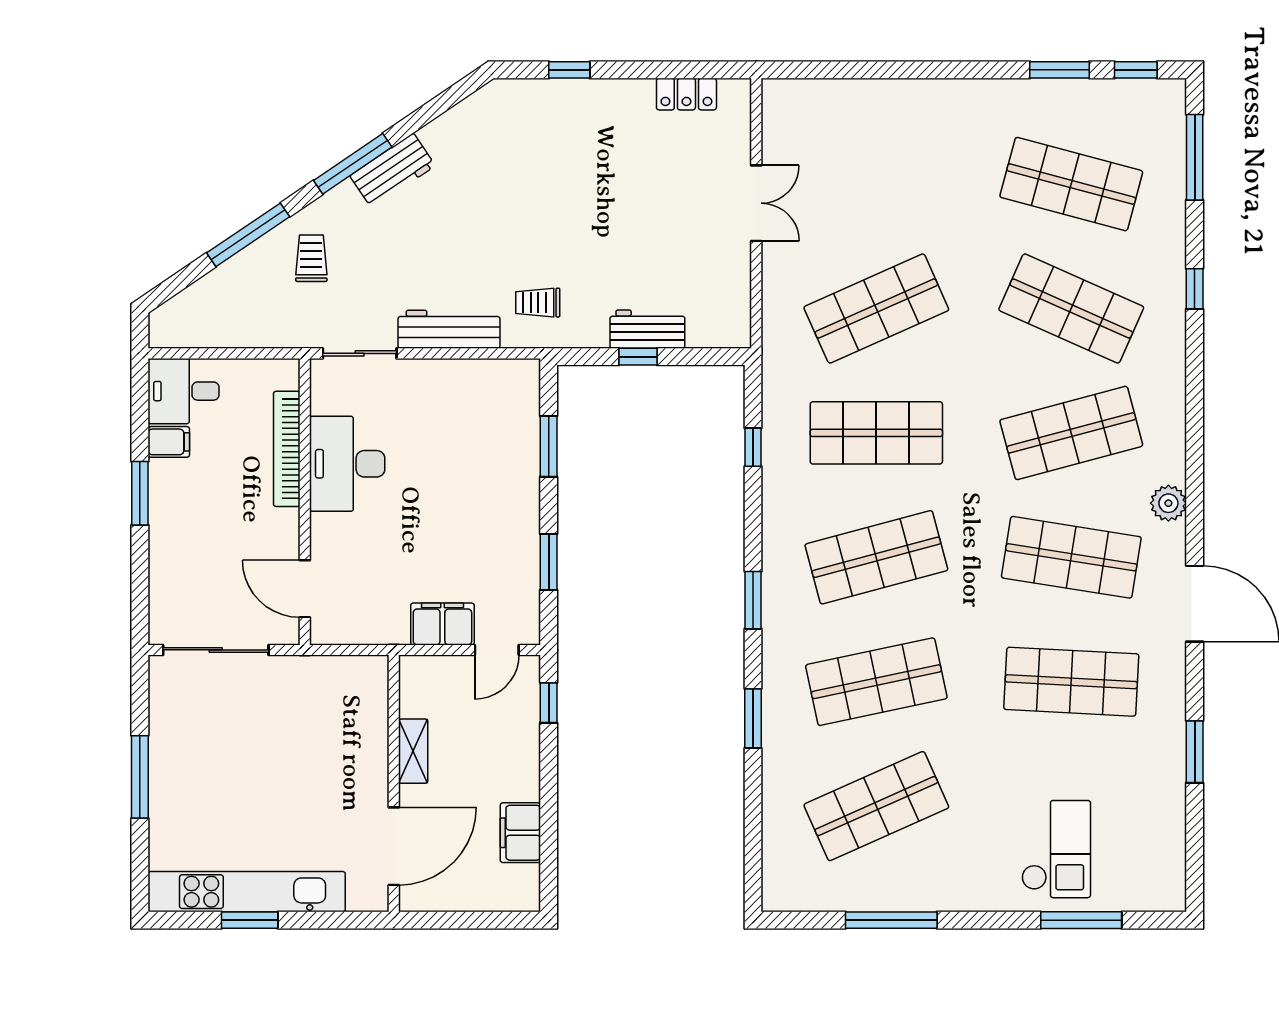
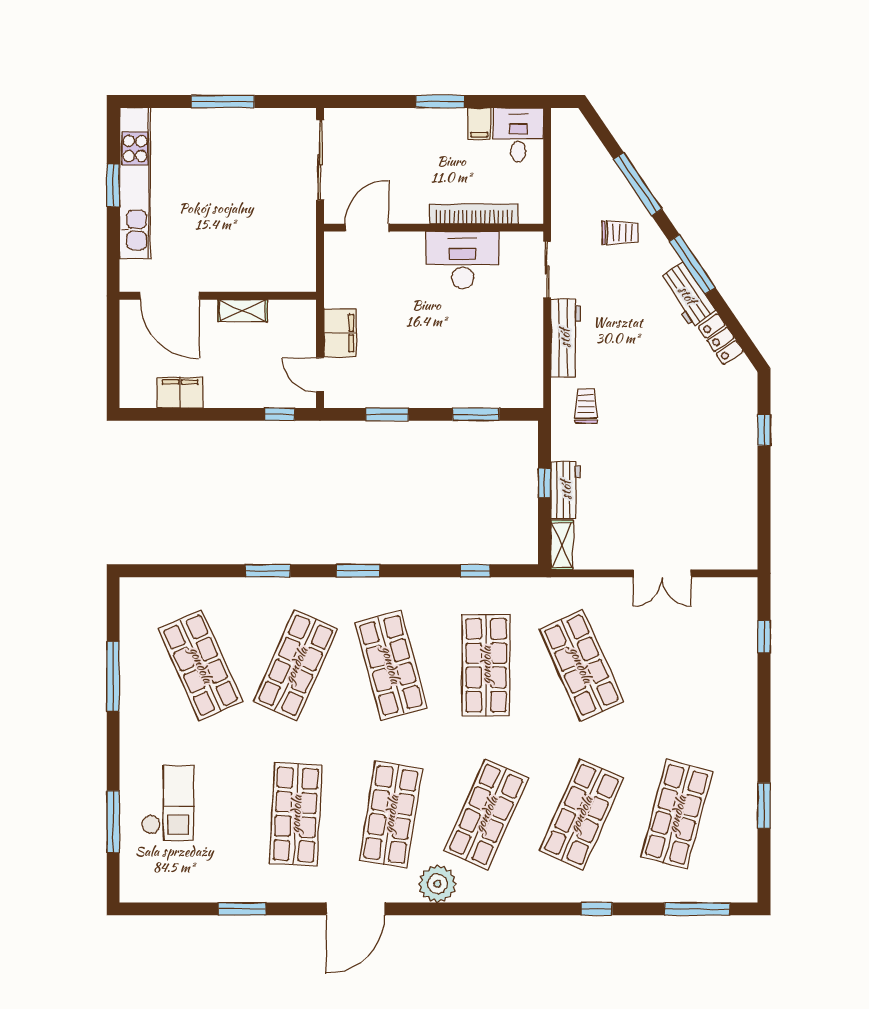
window: (1136, 70) -> (764, 637), moved
locker: (686, 94) -> (721, 339), moved, turned -34
shelving: (719, 334) -> (562, 545), added
shop shelf: (1071, 433) -> (486, 814), turned 39
plant: (1168, 503) -> (437, 884), width x1.36, depth x1.36
shop shelf: (876, 682) -> (296, 665), turned 36
checkout: (1056, 849) -> (168, 803), turned -90

